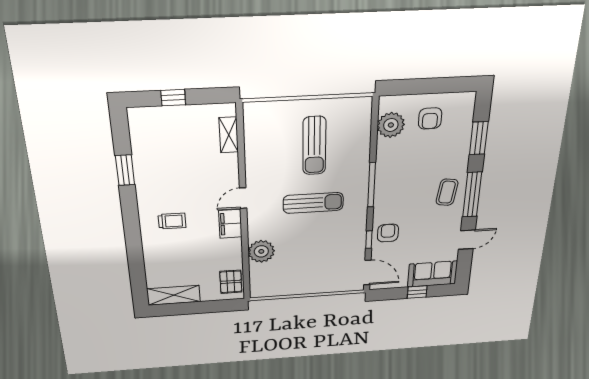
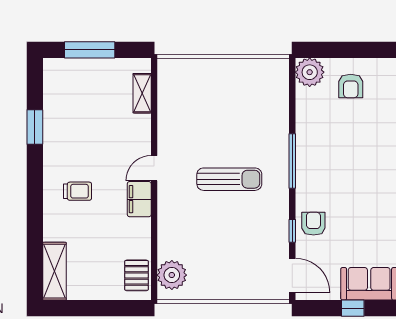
window: (173, 98) -> (90, 50), width x2.17
plant: (391, 125) -> (310, 72), moved
sun lounger: (314, 146) -> (230, 110), removed
coffee table: (447, 192) -> (377, 176), removed
plant: (261, 251) -> (172, 275), moved
shelving: (174, 295) -> (54, 271), moved, turned 90

